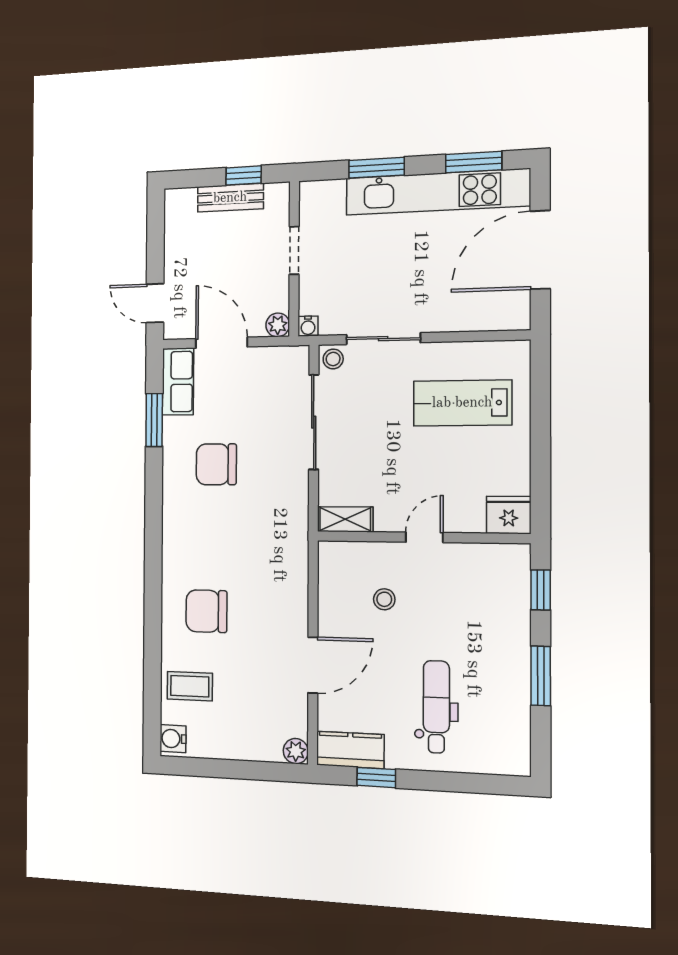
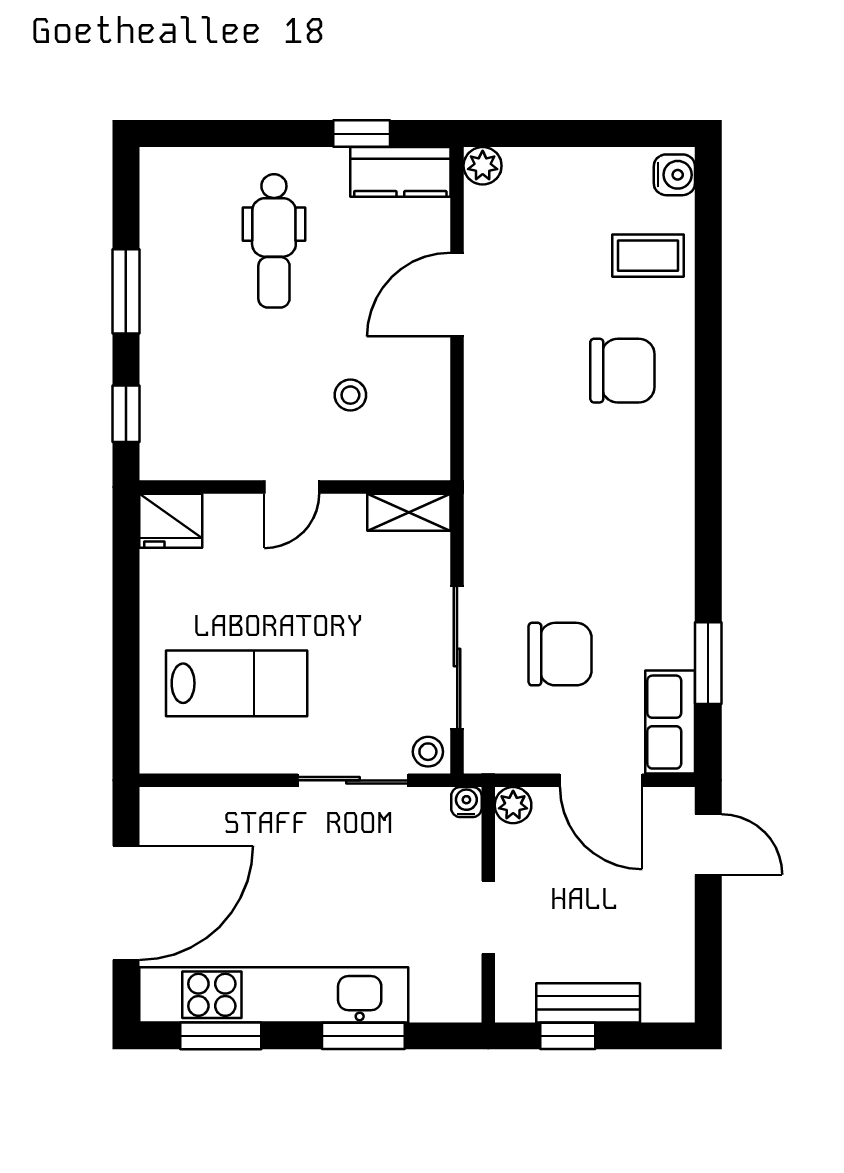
chair: (216, 464) -> (560, 654), moved

